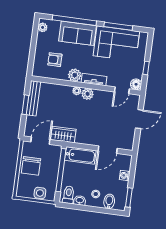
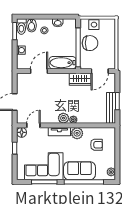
chair: (31, 166) -> (90, 43), moved, turned 90
toilet: (69, 195) -> (21, 26), moved

